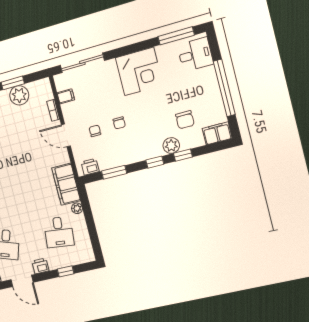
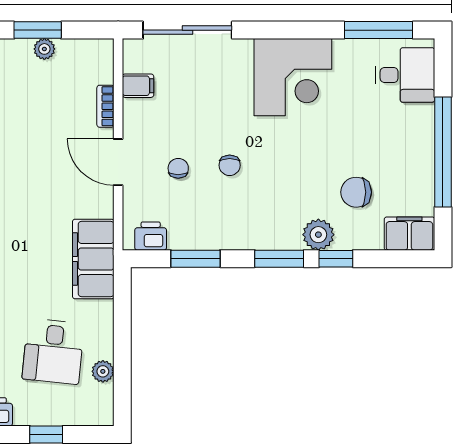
plant: (19, 95) -> (44, 49), width x0.53, depth x0.53
chair: (185, 120) -> (356, 192), turned 90
window: (155, 162) -> (279, 259), width x1.50
plant: (77, 208) -> (103, 371), moved

